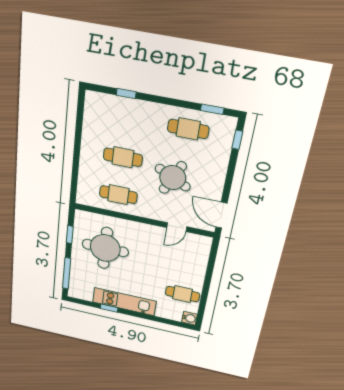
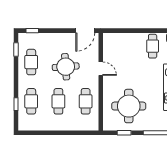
cafe table: (128, 118) -> (31, 101), added
round table: (173, 178) -> (66, 67), turned -30
door: (177, 227) -> (101, 69), moved

